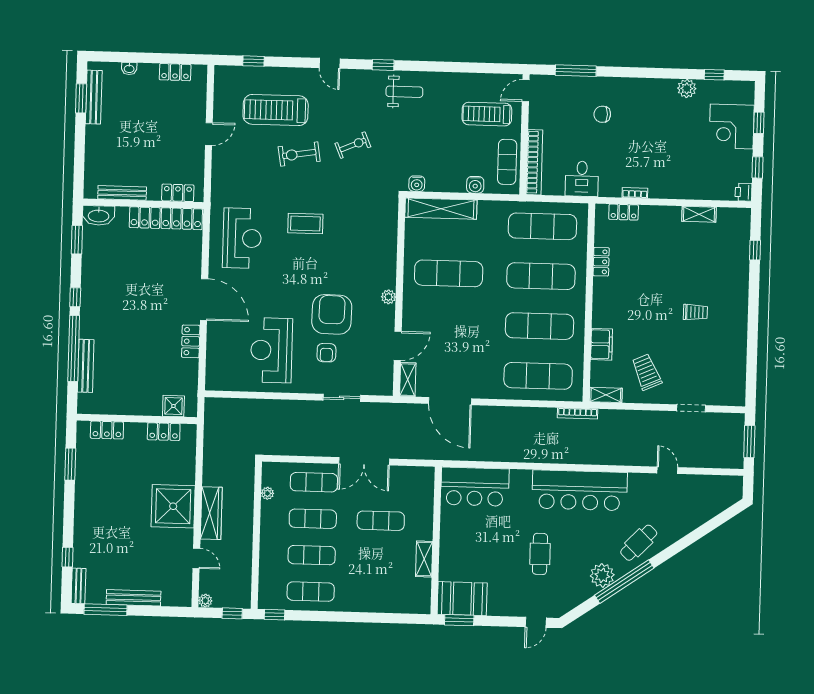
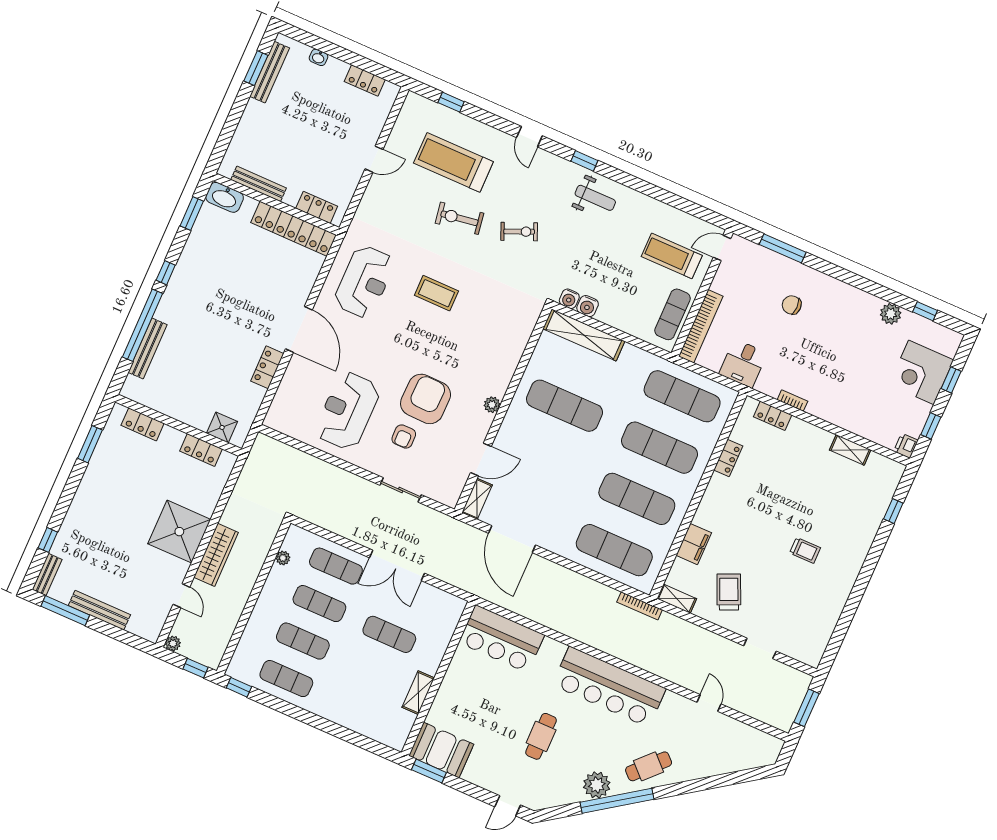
water cooler: (475, 185) -> (588, 306), moved

